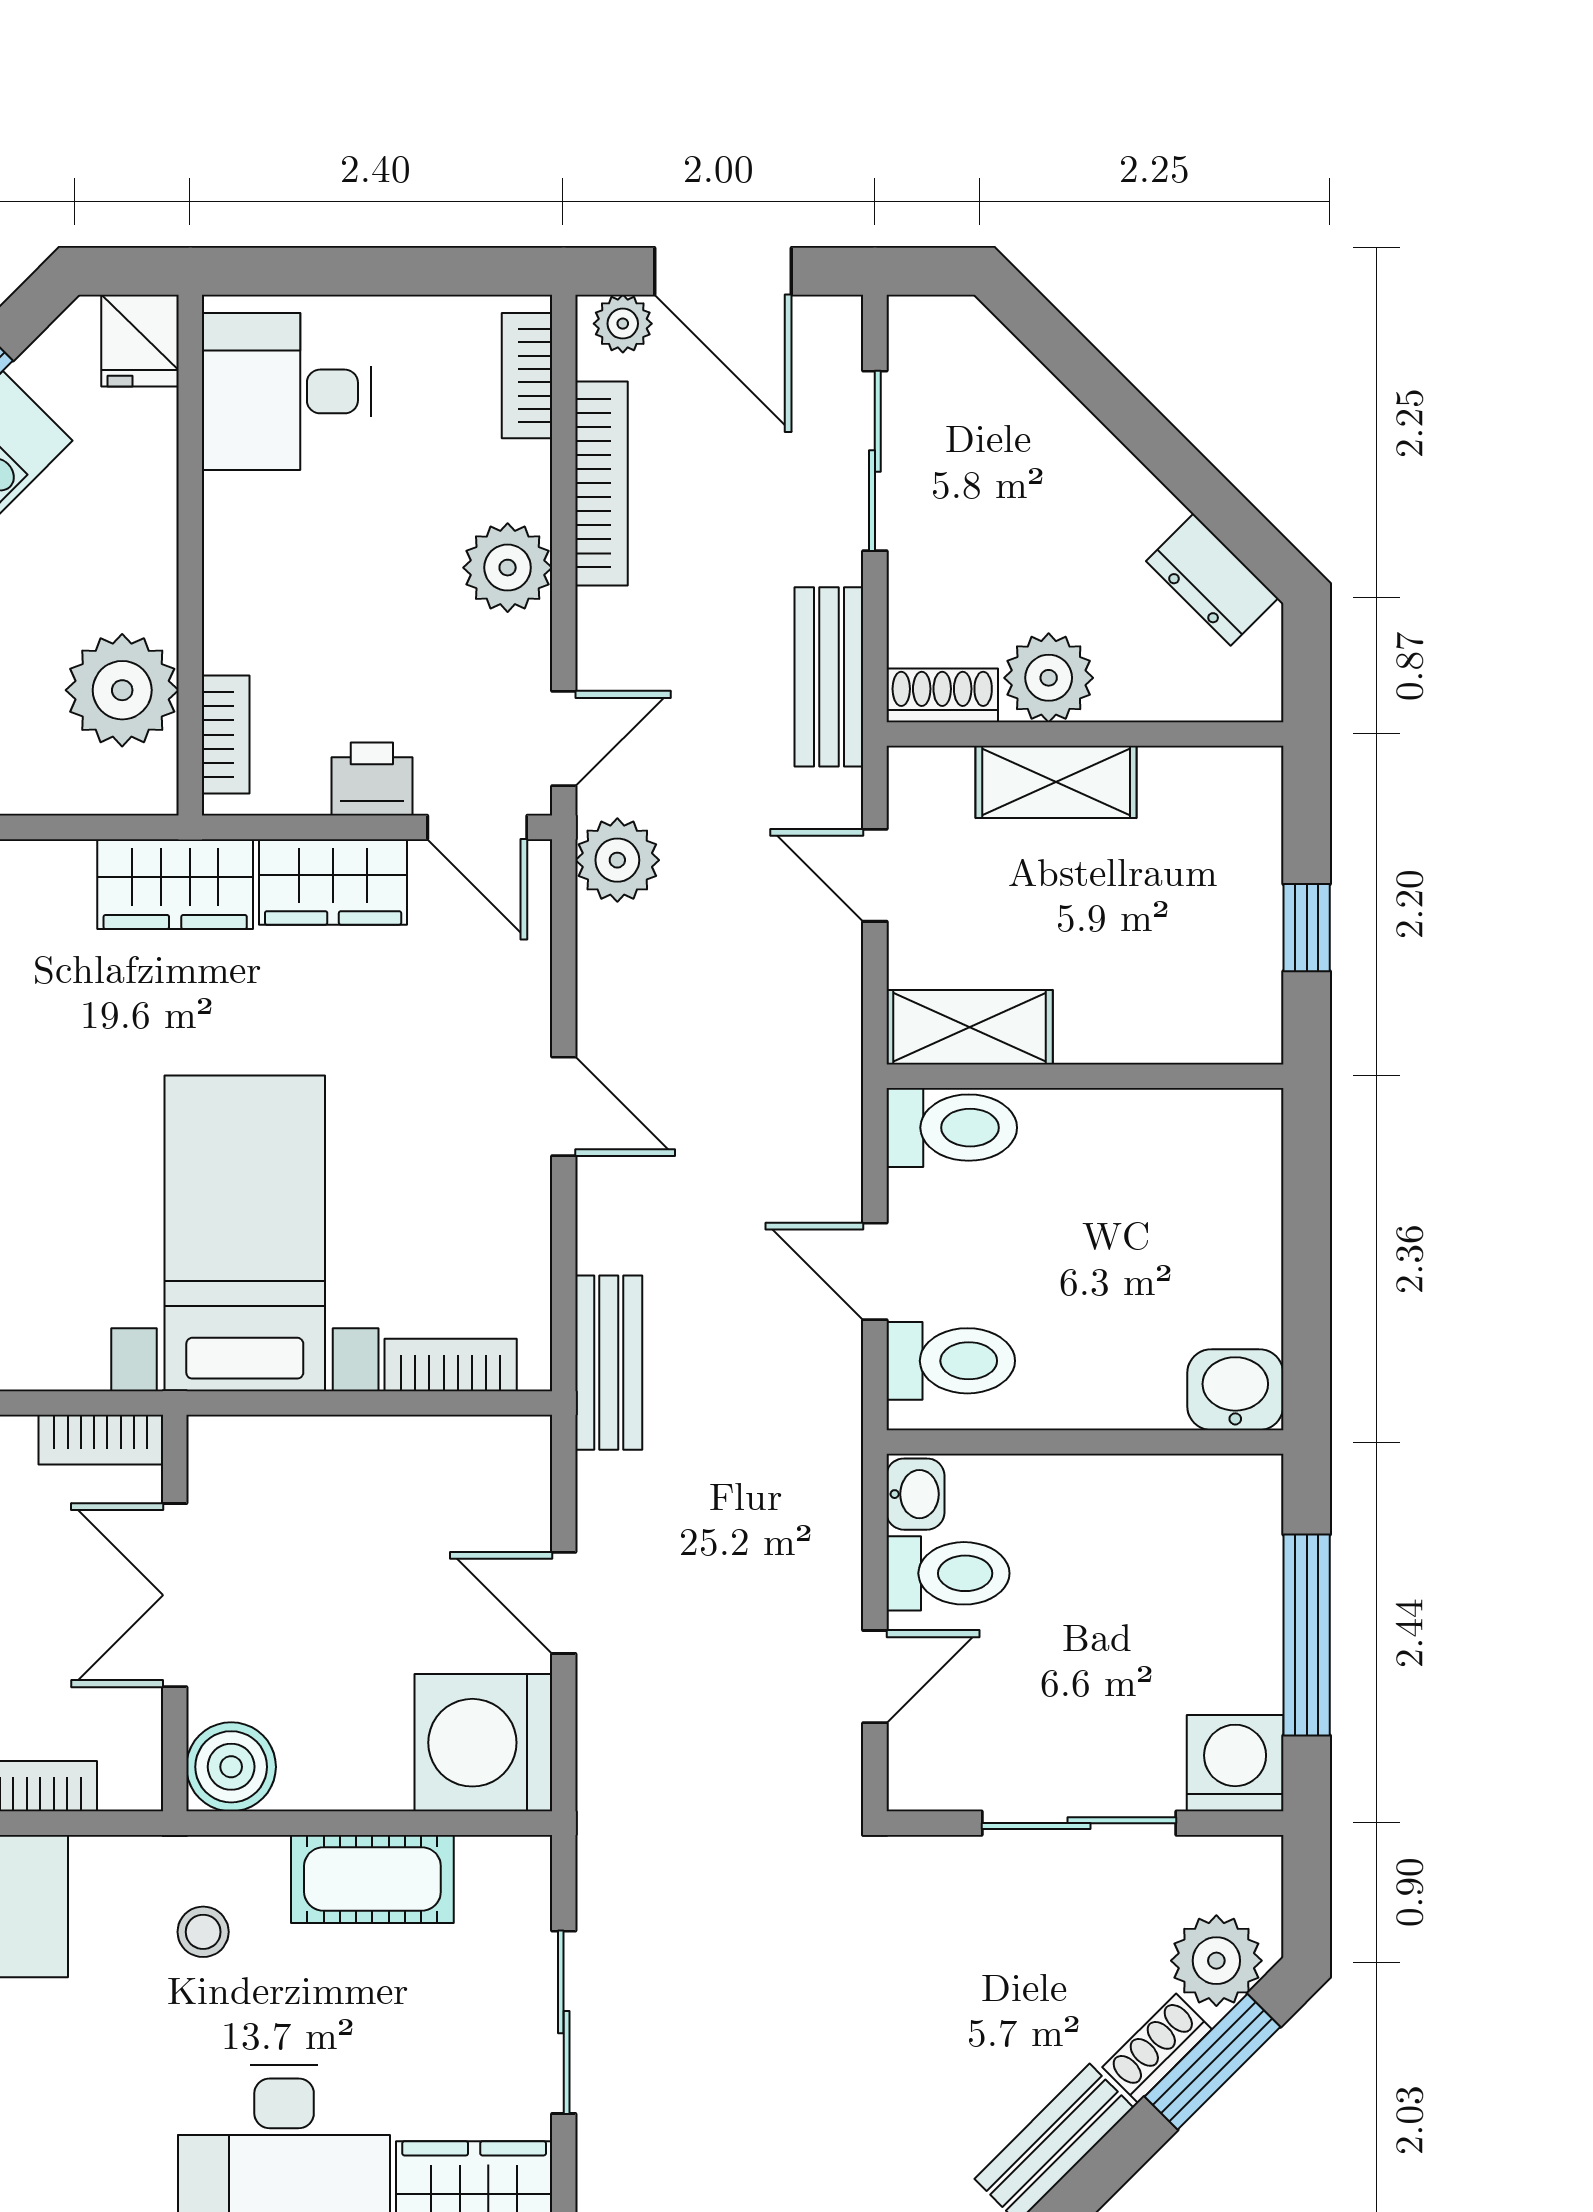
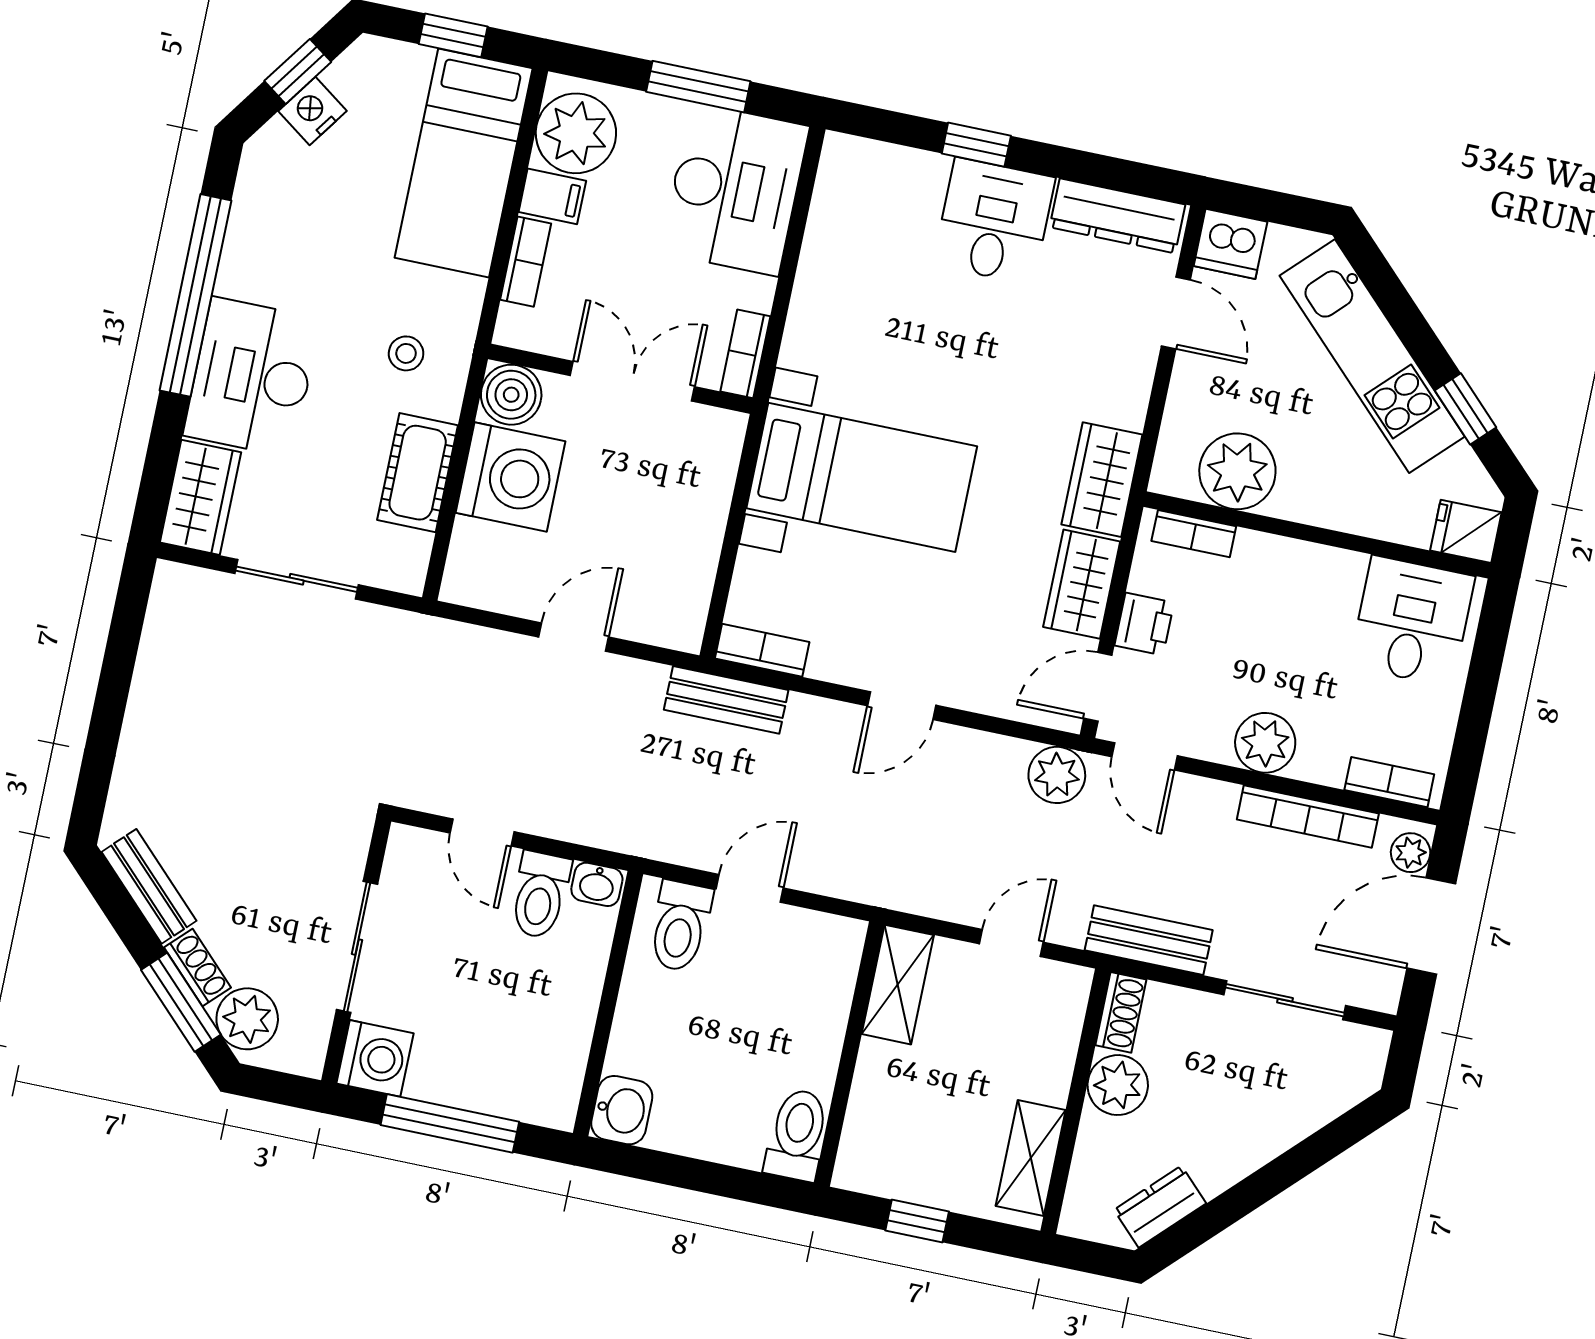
shelving: (1056, 782) -> (1031, 1158), moved
toilet: (952, 1128) -> (797, 1135), moved, turned 180
bookcase: (451, 1365) -> (762, 650), moved, turned -90
washing machine: (483, 1743) -> (511, 477), moved, turned 90

